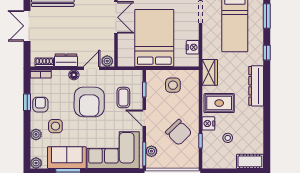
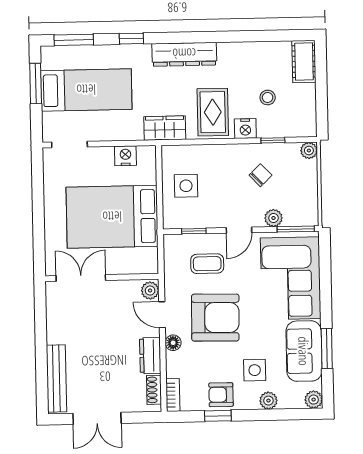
chair: (179, 132) -> (260, 175), width x0.54, depth x0.54
plant: (151, 151) -> (273, 218), moved
plant: (194, 163) -> (309, 151), added

